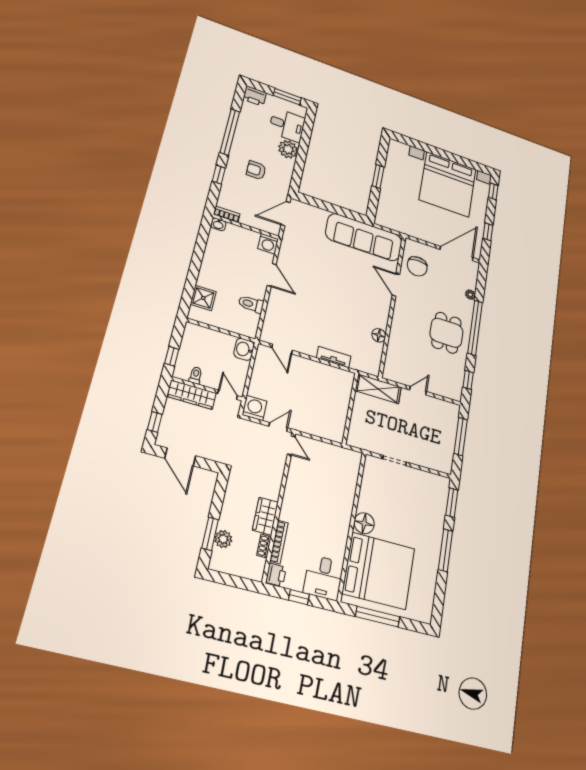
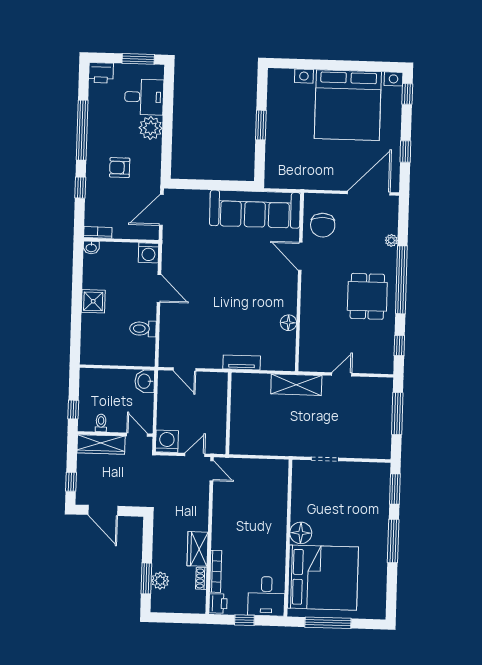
shower: (203, 298) -> (93, 301), moved
wall: (350, 408) -> (228, 413), moved

